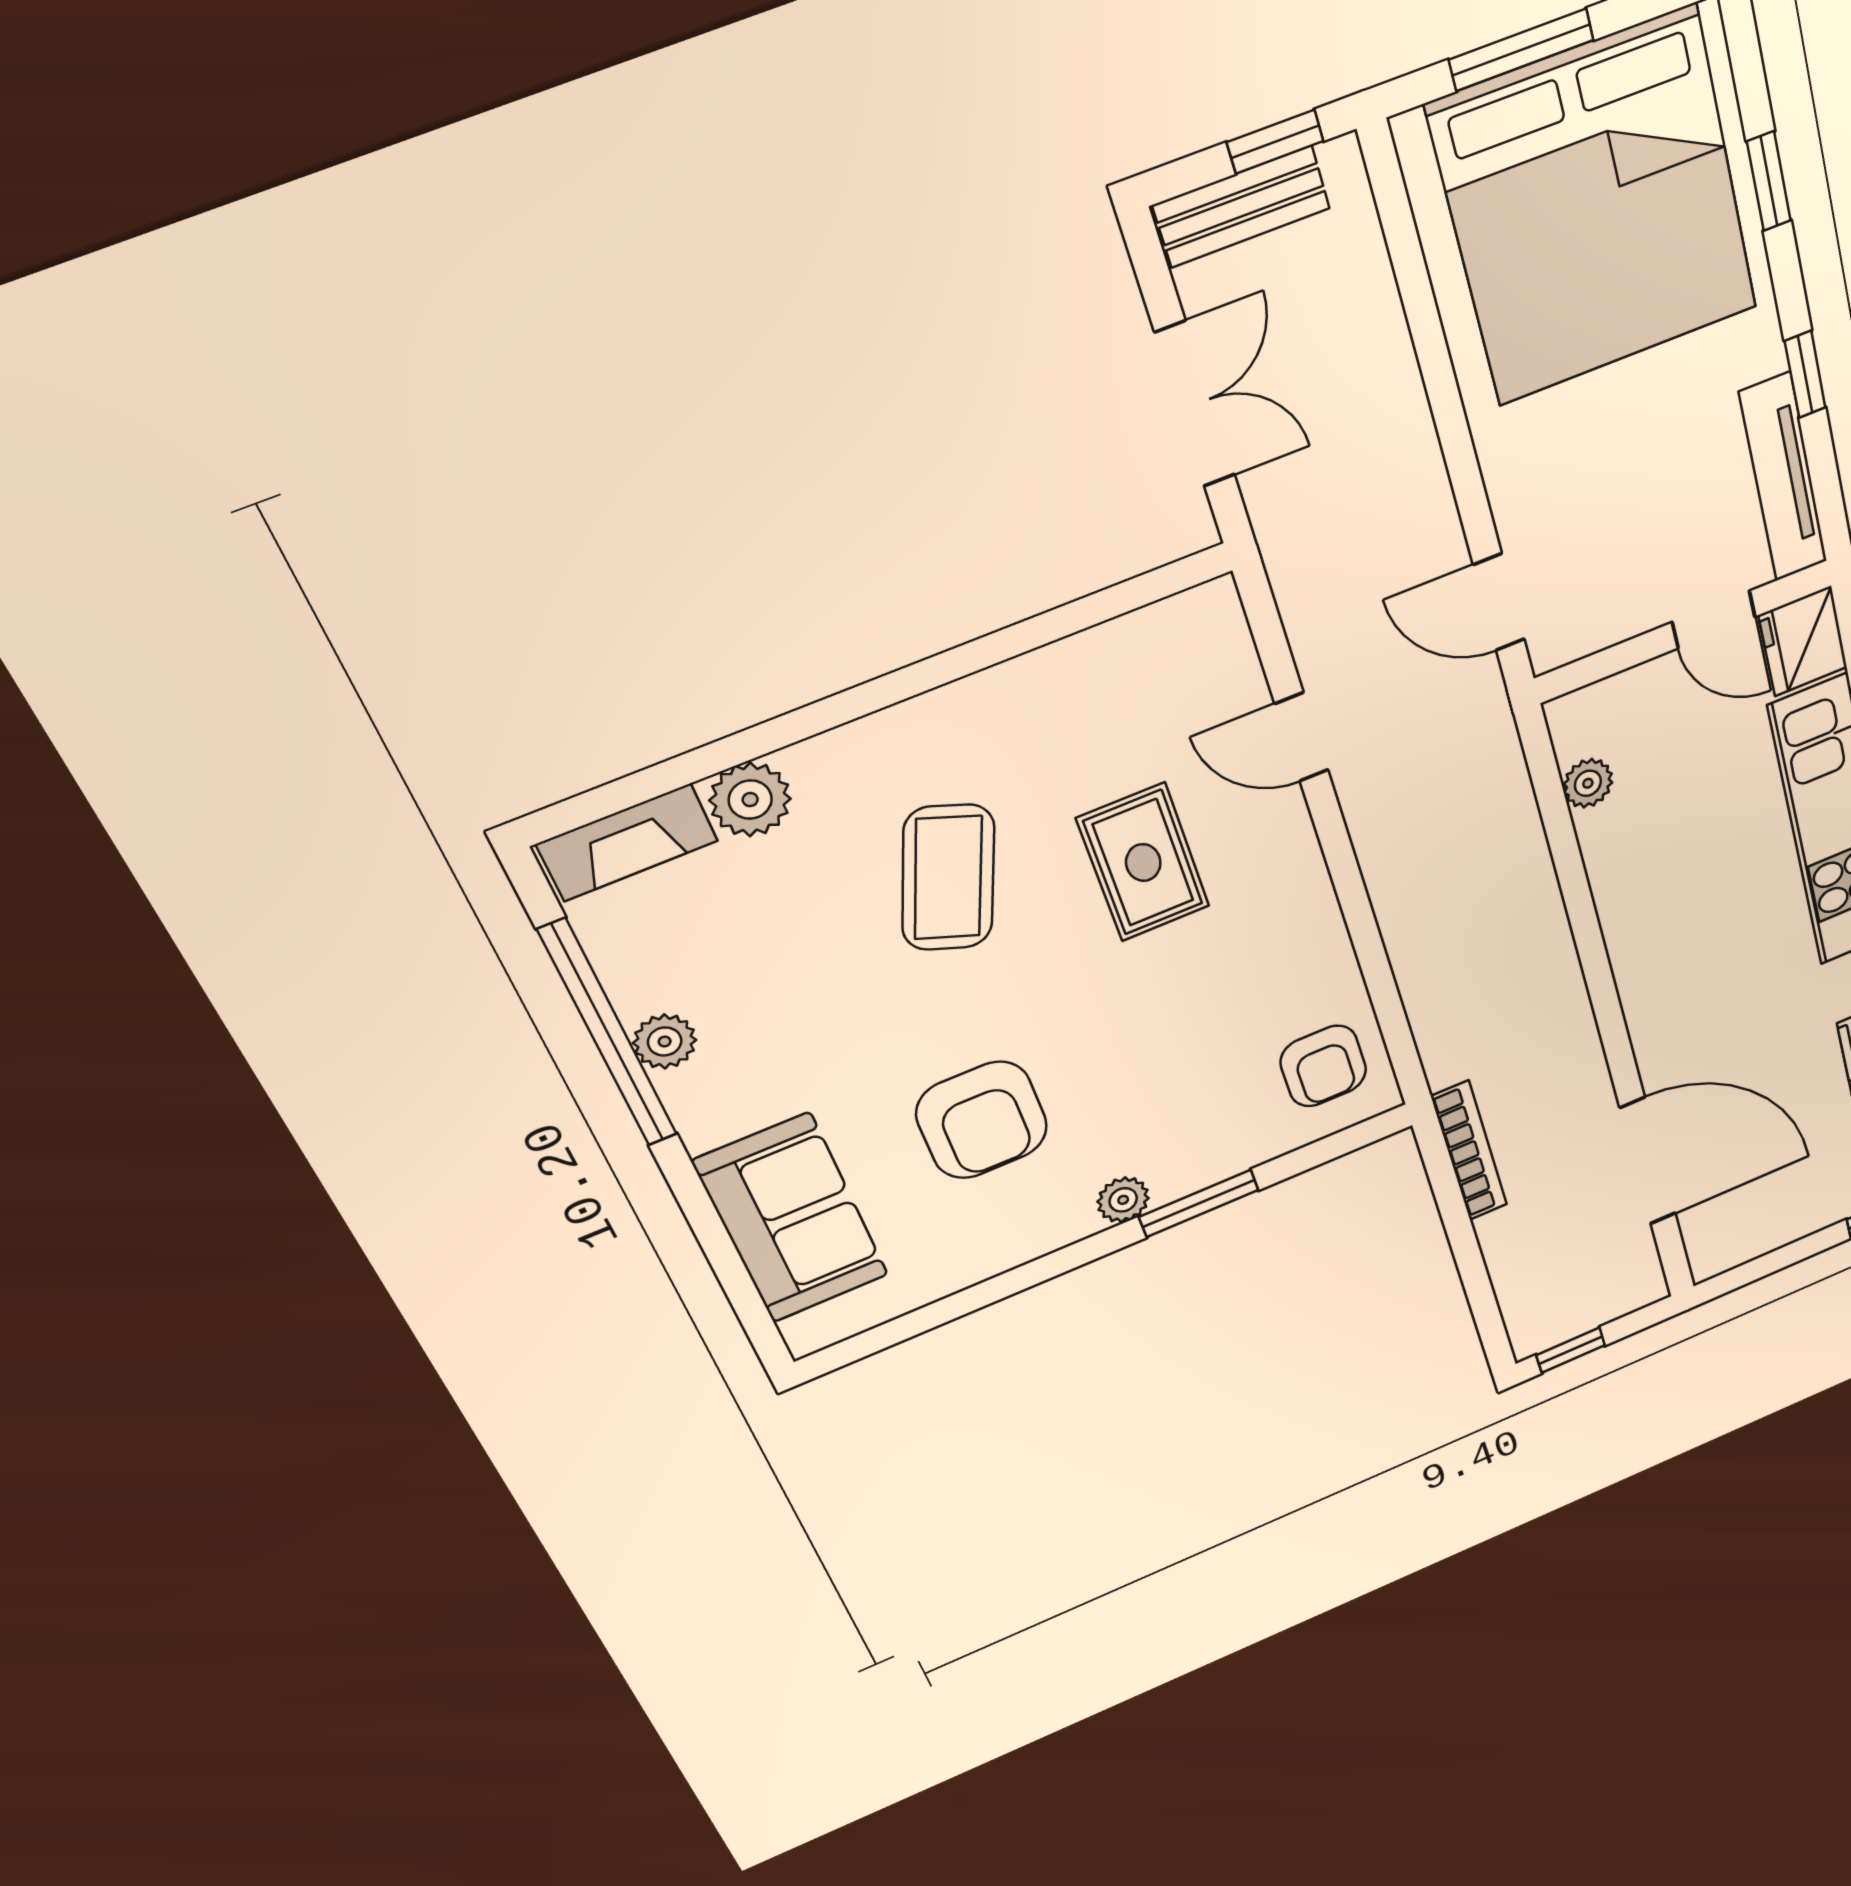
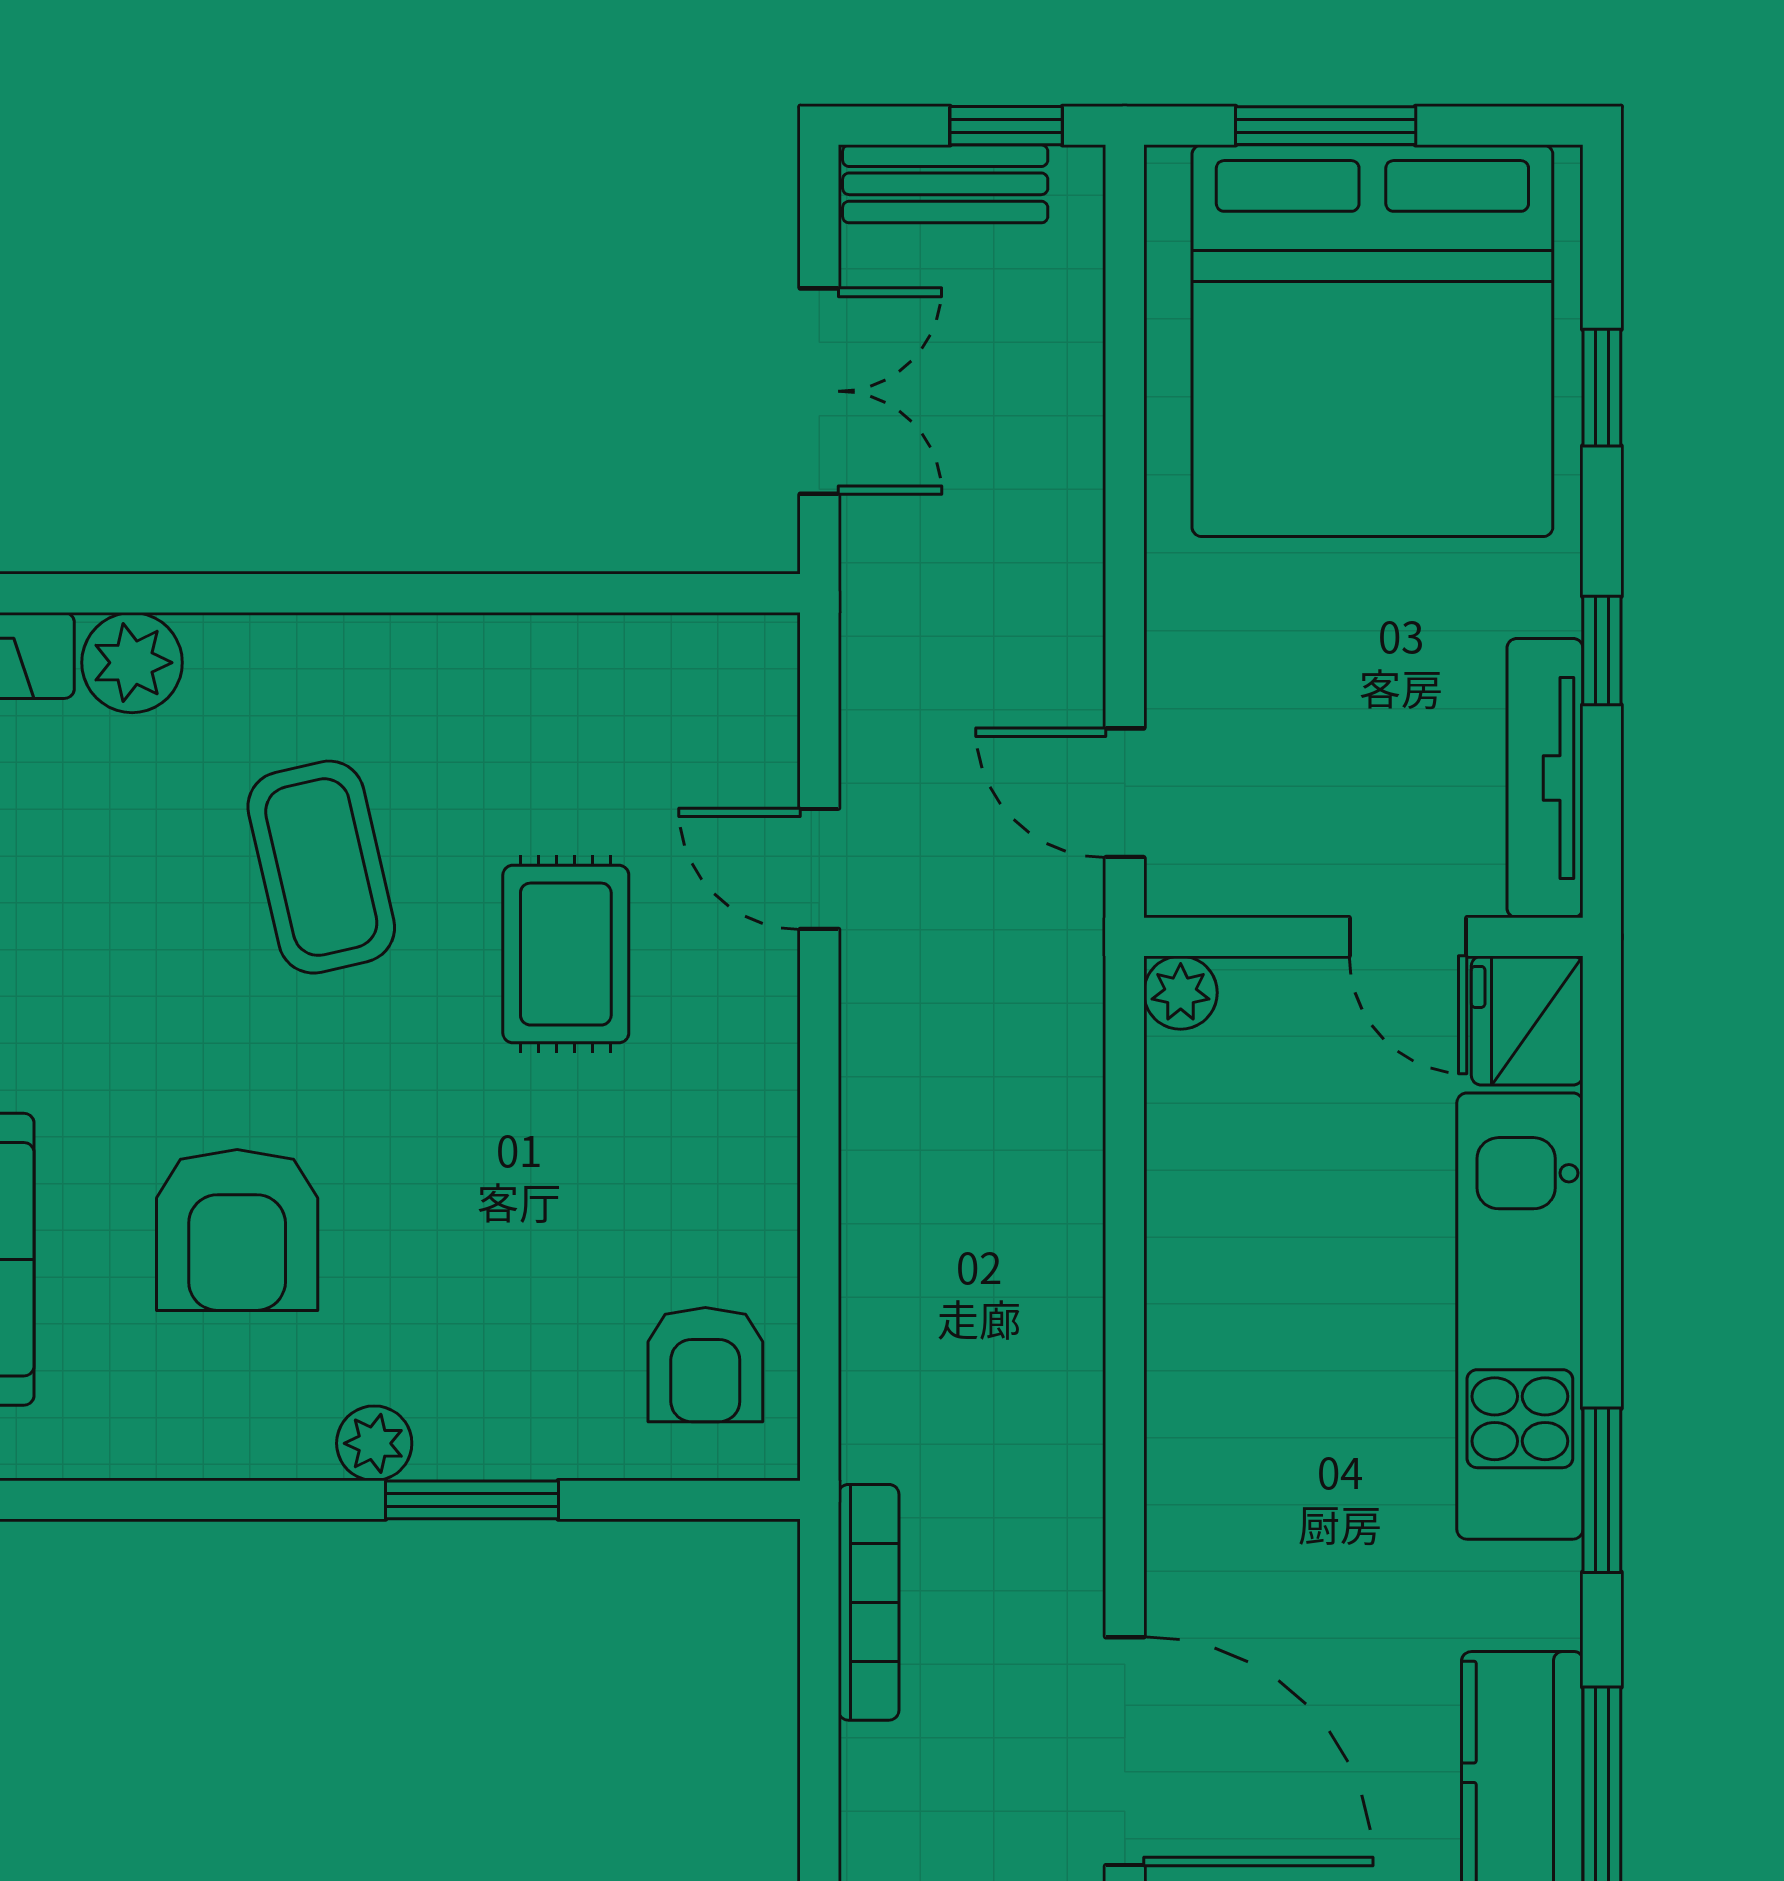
plant: (1588, 783) -> (1181, 993), moved
coffee table: (948, 878) -> (321, 867), turned -34

